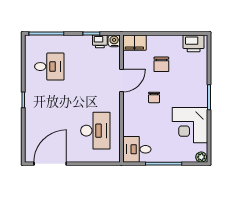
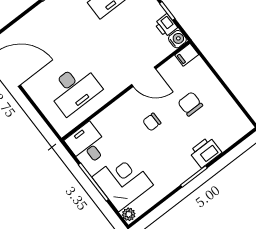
filing cabinet: (134, 43) -> (187, 55), width x0.50
printer: (194, 43) -> (205, 152), moved, turned 90
chair: (161, 64) -> (190, 104), turned 90
corner desk: (190, 125) -> (123, 181), moved, turned 90

